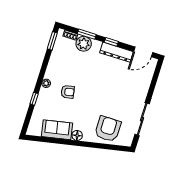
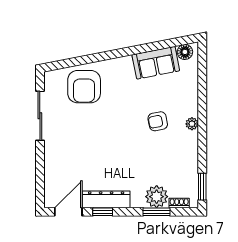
window: (111, 42) -> (103, 212), moved
window: (34, 99) -> (202, 96), removed
floor lamp: (77, 135) -> (185, 52), moved

